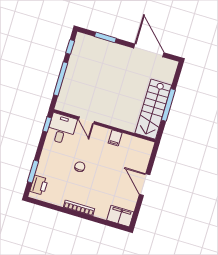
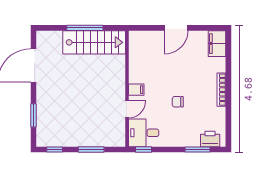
window: (61, 79) -> (91, 149), width x0.69
filing cabinet: (115, 138) -> (136, 90), moved

